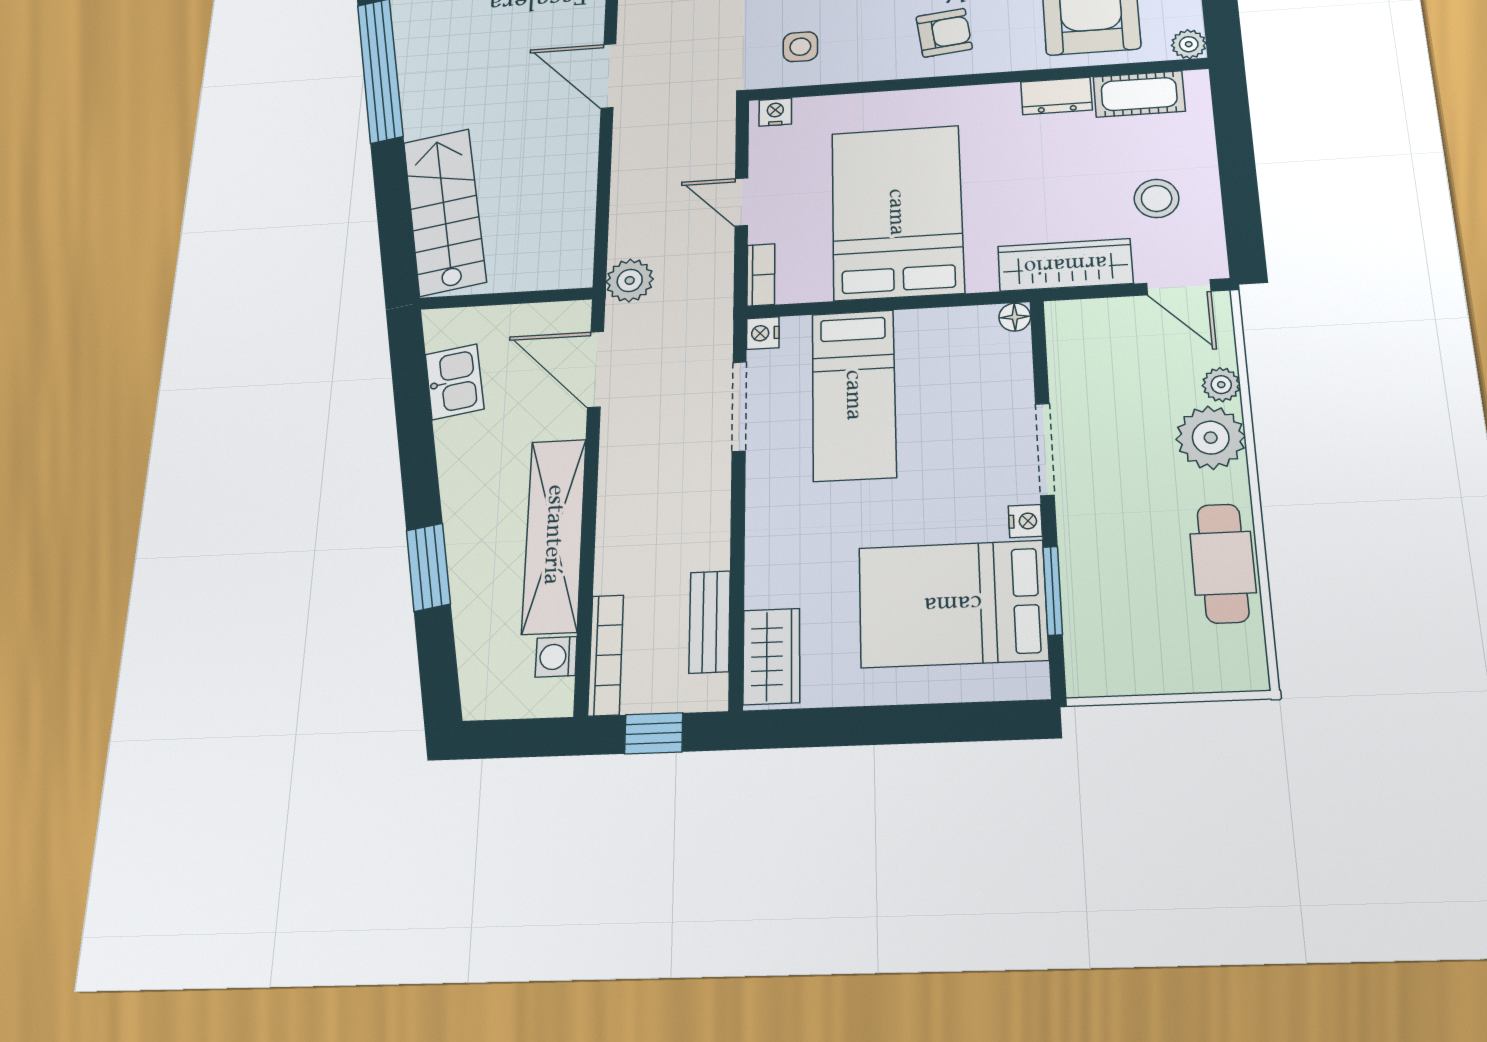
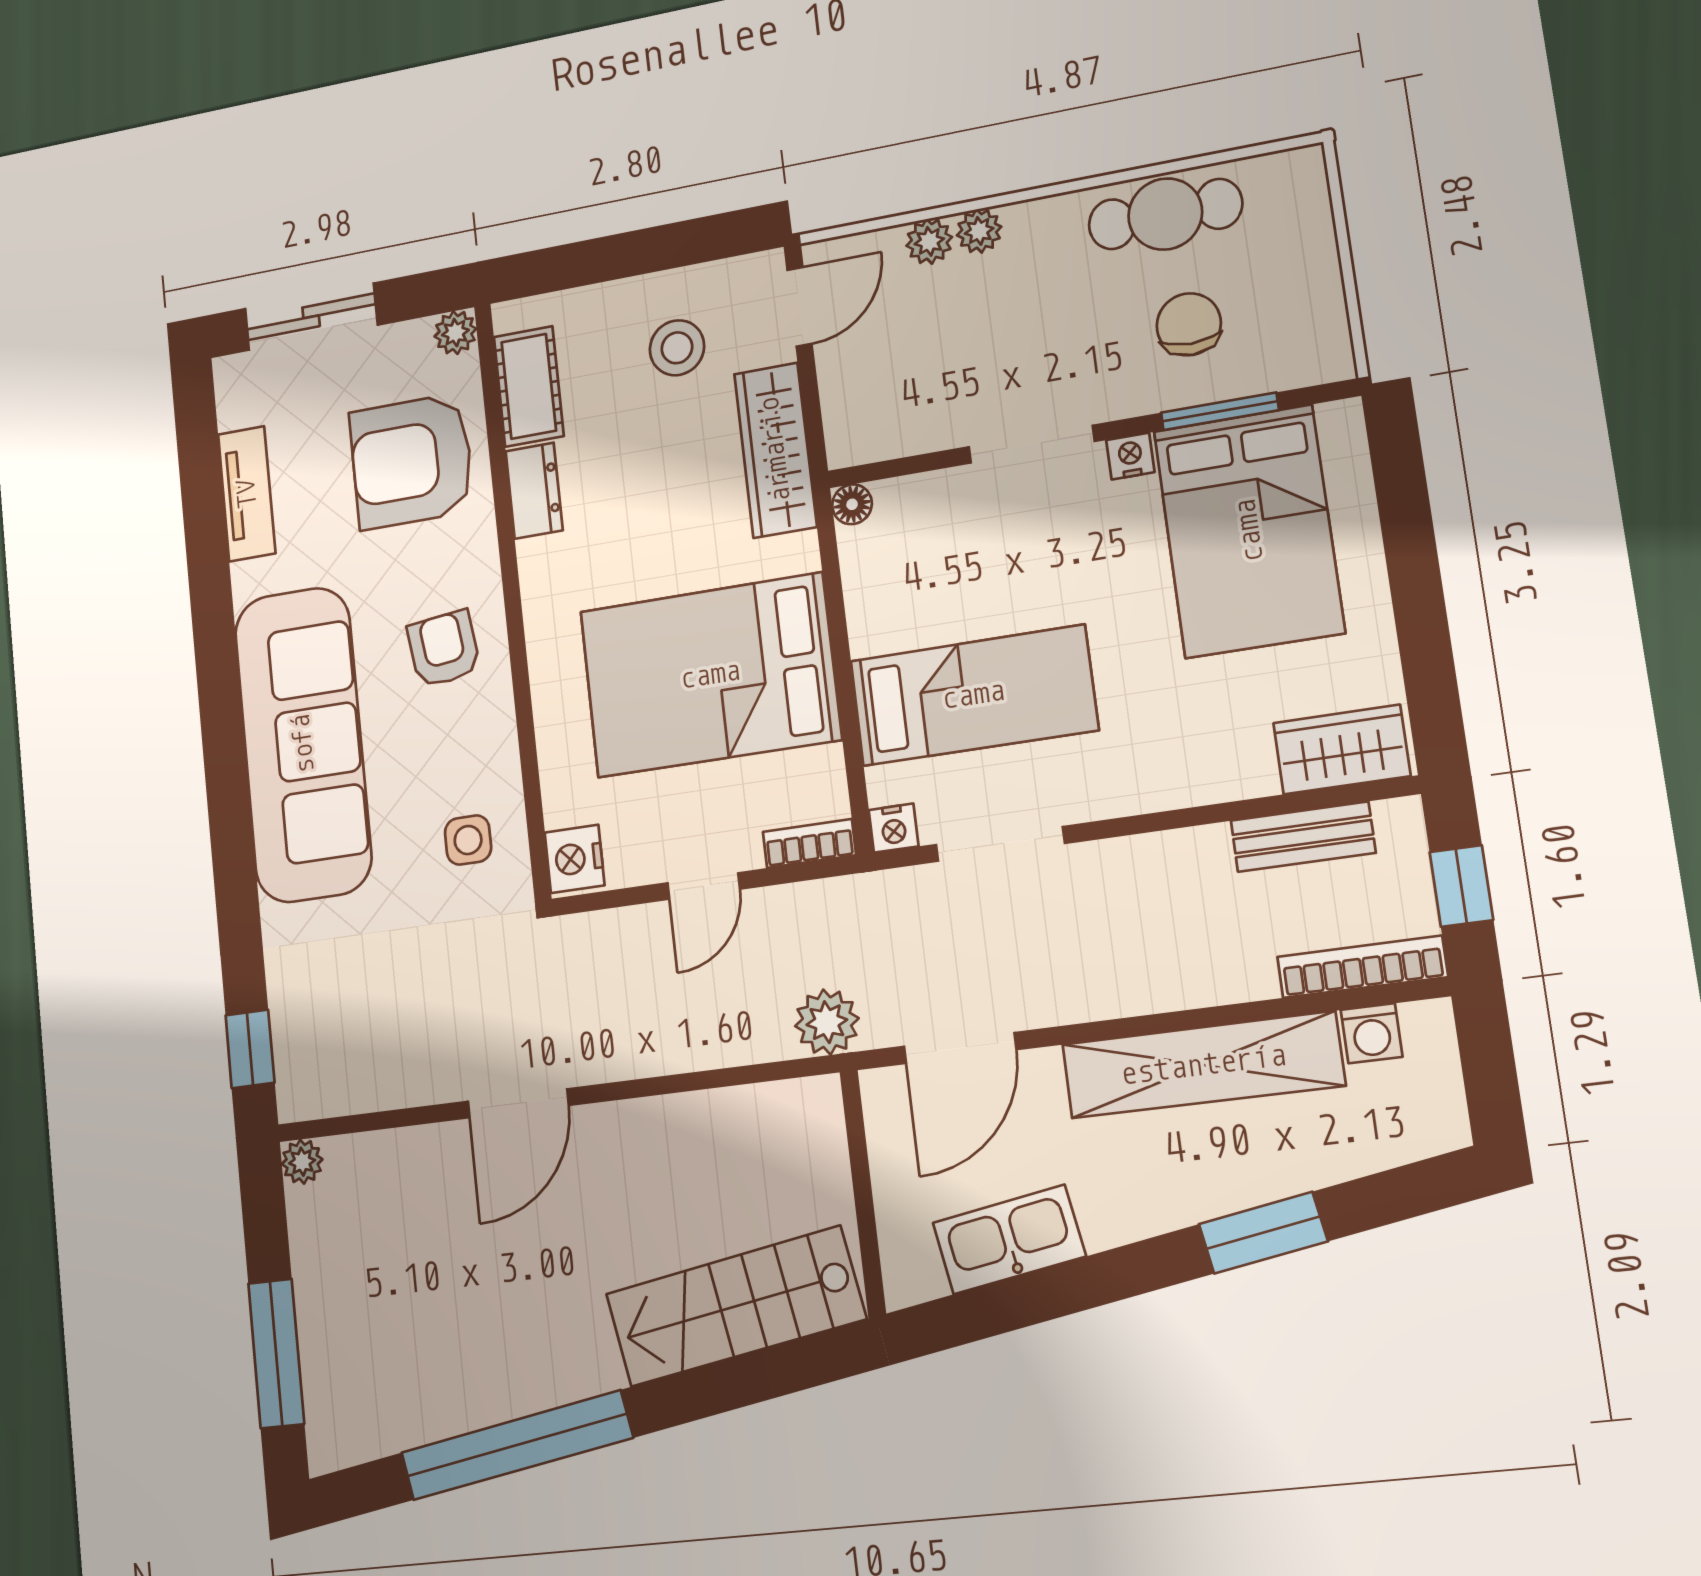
nightstand: (775, 112) -> (575, 859), width x1.39, depth x1.35
kitchen sink: (455, 382) -> (1009, 1239), width x1.38
plant: (1211, 438) -> (979, 231), width x0.53, depth x0.53
chair: (1128, 573) -> (1189, 324), added

